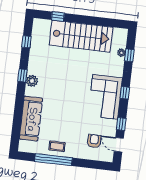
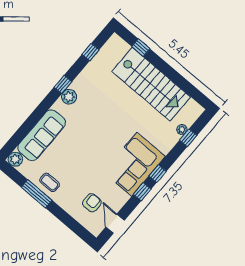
window: (121, 124) -> (142, 192), moved
plant: (24, 146) -> (15, 159), added
window: (53, 160) -> (37, 194), width x0.68

